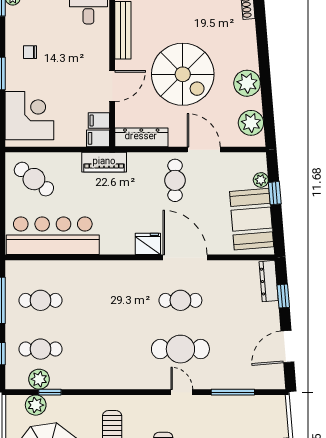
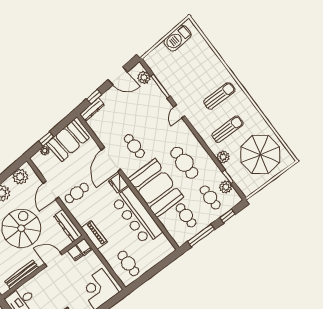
cafe table: (34, 179) -> (128, 263), turned -38
bar counter: (53, 236) -> (137, 216), moved
booth: (105, 288) -> (156, 188), added
cafe table: (180, 349) -> (184, 163), moved
plant: (260, 379) -> (144, 78), added
plant: (36, 405) -> (223, 157), moved

